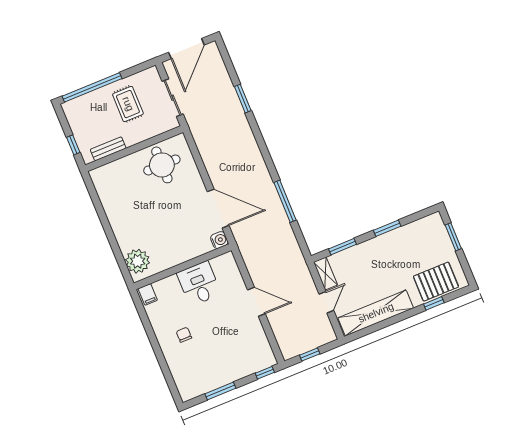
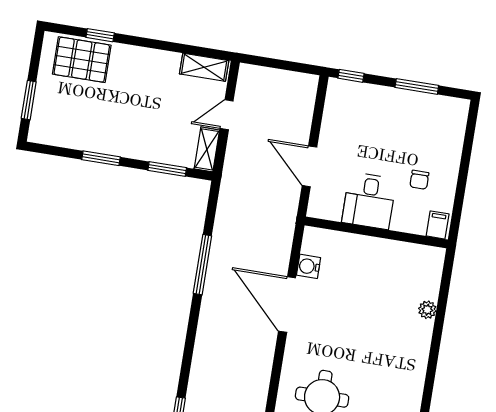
plant: (138, 261) -> (427, 310), width x0.53, depth x0.53
wall: (183, 267) -> (376, 232), moved
desk: (199, 284) -> (369, 201), moved
filing cabinet: (148, 294) -> (438, 225), moved
shelving: (376, 313) -> (204, 67), width x0.45, depth x0.75
window: (310, 354) -> (284, 65), removed

